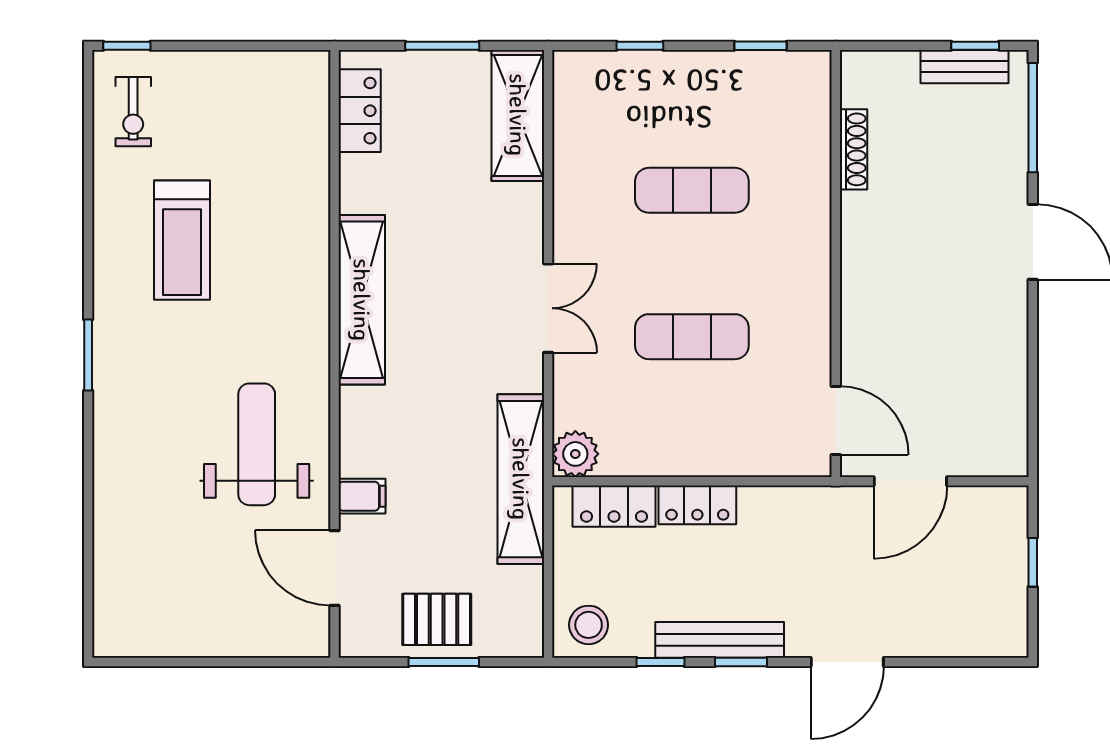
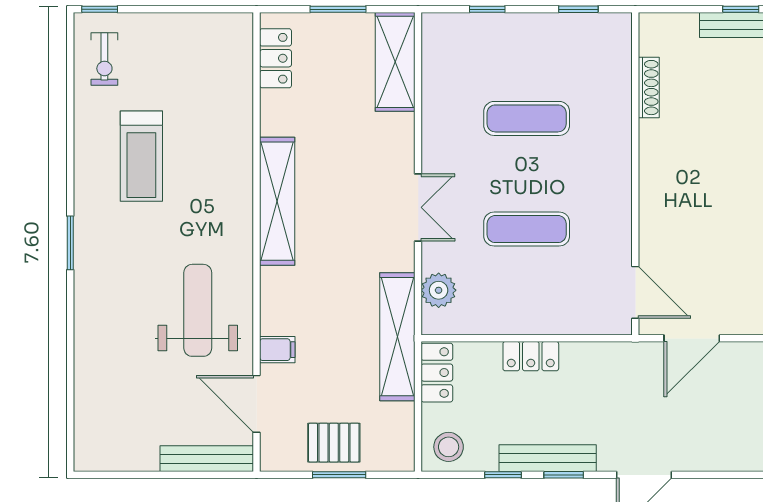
plant: (575, 454) -> (439, 290), moved
locker: (614, 506) -> (437, 373), moved, turned -90
bench: (269, 640) -> (207, 459), added

